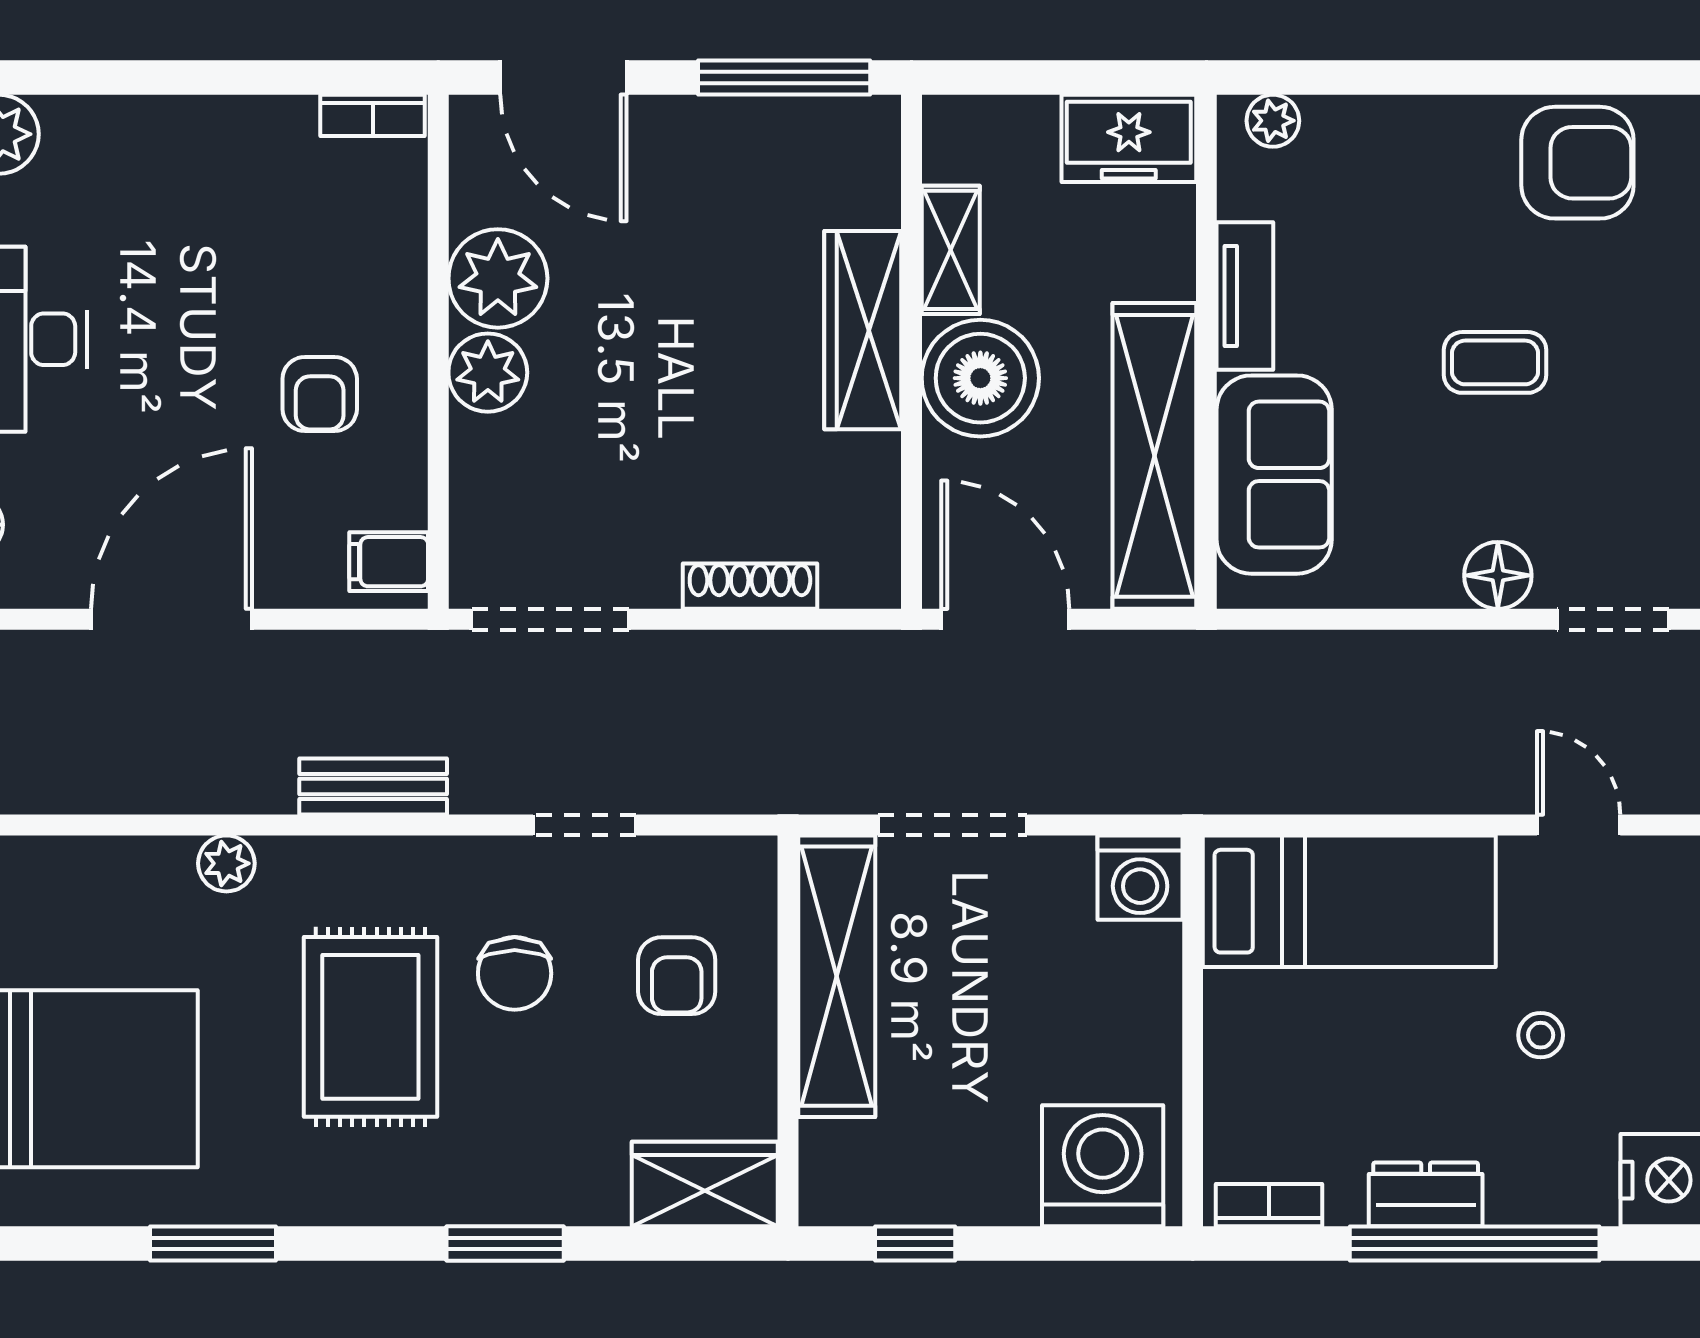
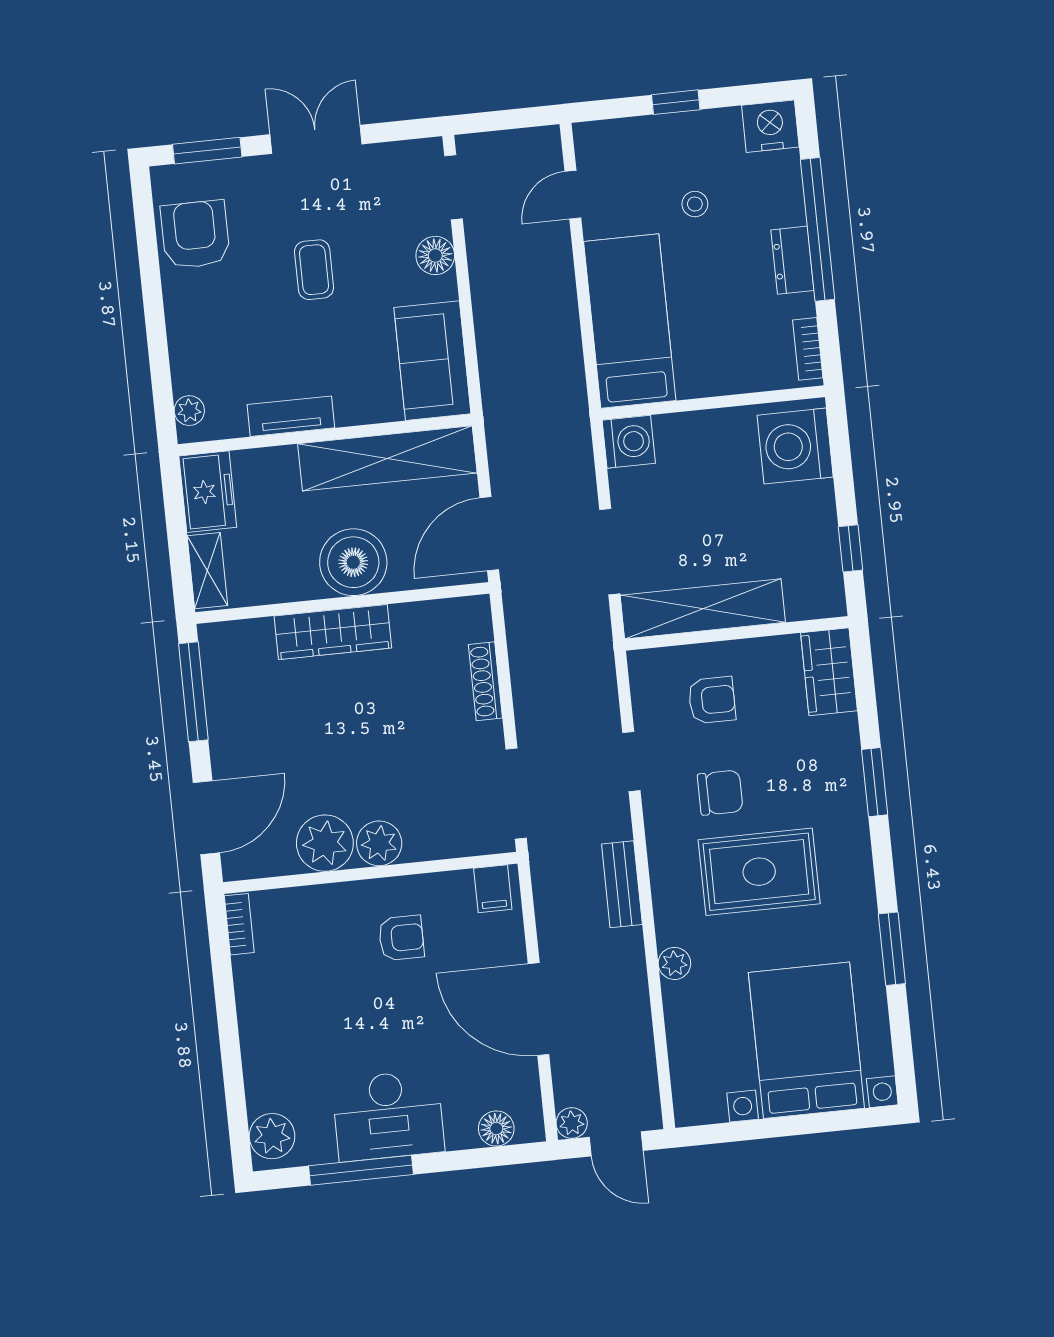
shelving: (951, 250) -> (207, 571), moved, turned 90
sofa: (1274, 475) -> (432, 361), moved, turned -90

